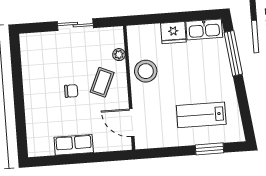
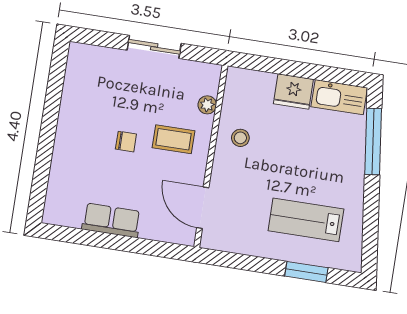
stool: (146, 71) -> (240, 138), width x0.53, depth x0.53
coffee table: (102, 82) -> (173, 139), turned 66

